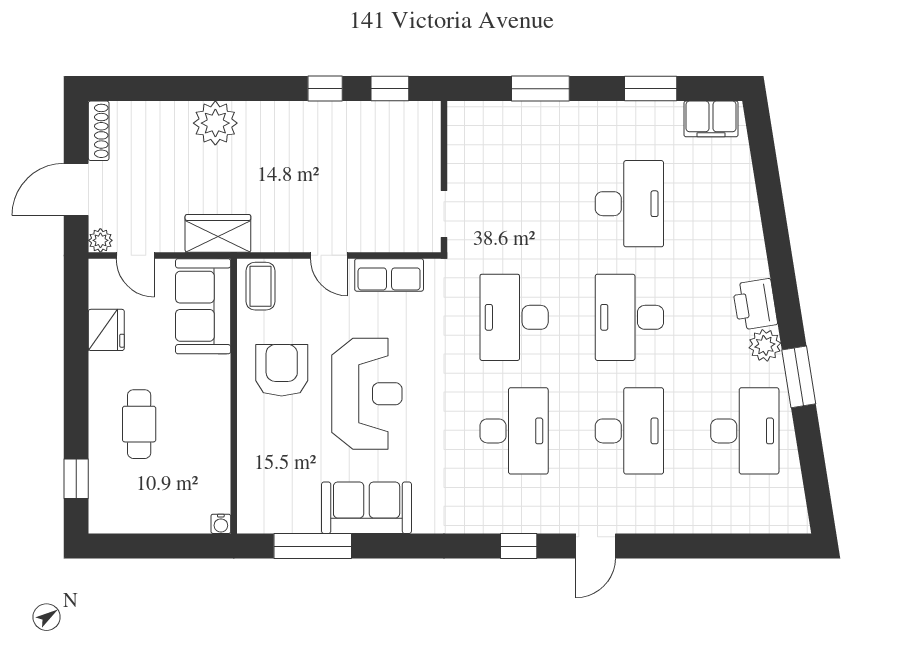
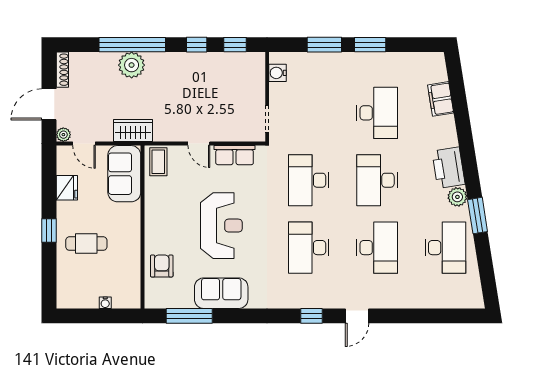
window: (216, 89) -> (132, 45), added
window: (651, 89) -> (370, 45), moved
filing cabinet: (711, 119) -> (441, 99), moved, turned 81
water cooler: (462, 136) -> (278, 73), added
printer: (755, 304) -> (449, 168), width x1.37, depth x1.19
armchair: (282, 370) -> (162, 266), moved, width x0.72, depth x0.72
cafe table: (139, 424) -> (86, 244), turned 90
desk: (514, 431) -> (309, 248), turned 180
window: (76, 479) -> (49, 230), moved
water cooler: (221, 524) -> (105, 303), moved

